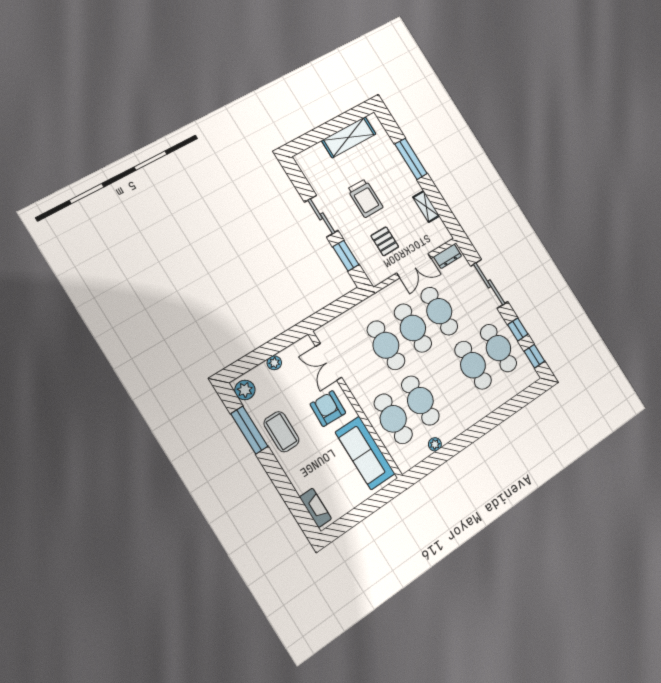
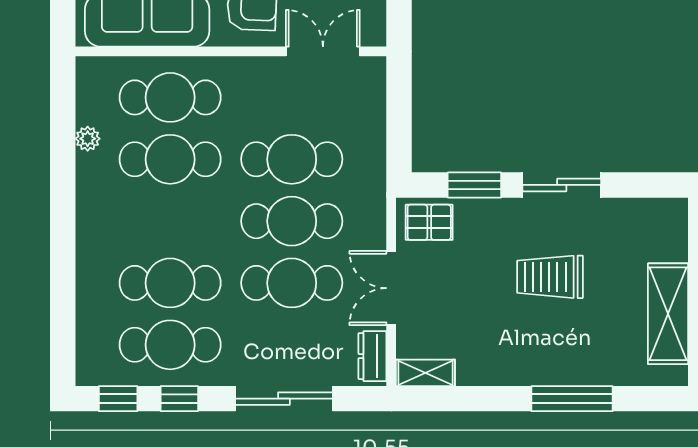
shelving: (426, 207) -> (425, 373), moved
pallet: (385, 241) -> (429, 222), moved

